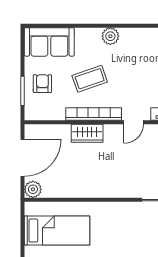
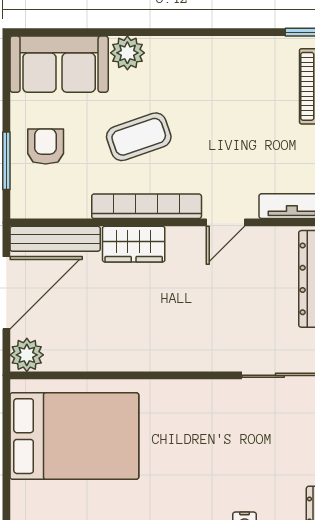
plant: (110, 36) -> (127, 53), moved
bench: (47, 130) -> (55, 239), added
bed: (57, 230) -> (74, 436), width x1.50

